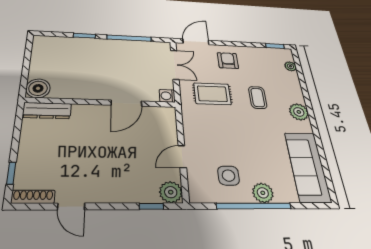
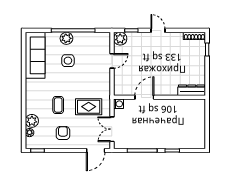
armchair: (228, 61) -> (63, 133), moved, turned 180
boiler: (38, 88) -> (198, 106), removed
plant: (299, 112) -> (32, 121), moved
side table: (229, 176) -> (68, 61), moved
door: (71, 207) -> (158, 30), moved

